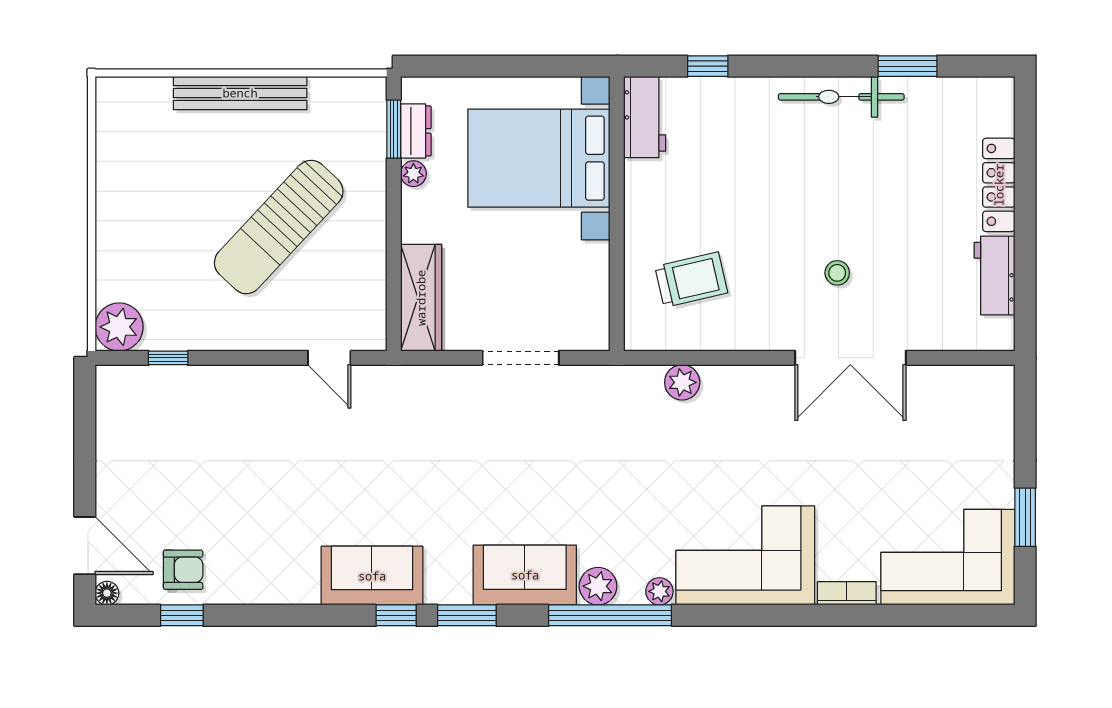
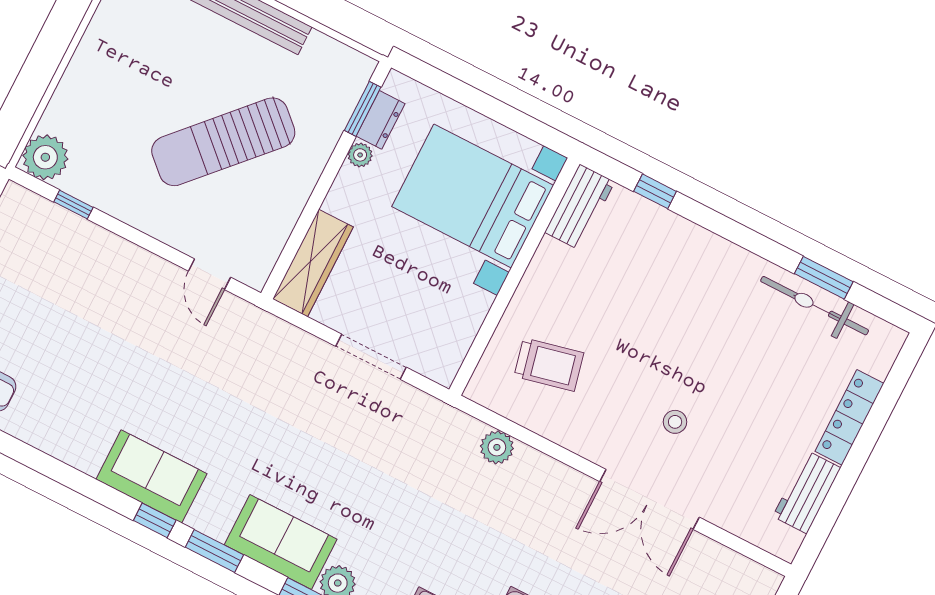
bicycle: (841, 97) -> (815, 306), moved

